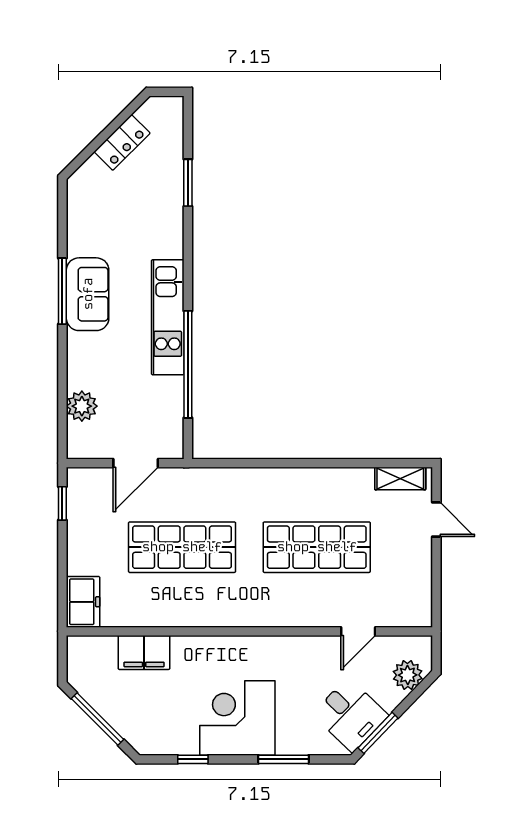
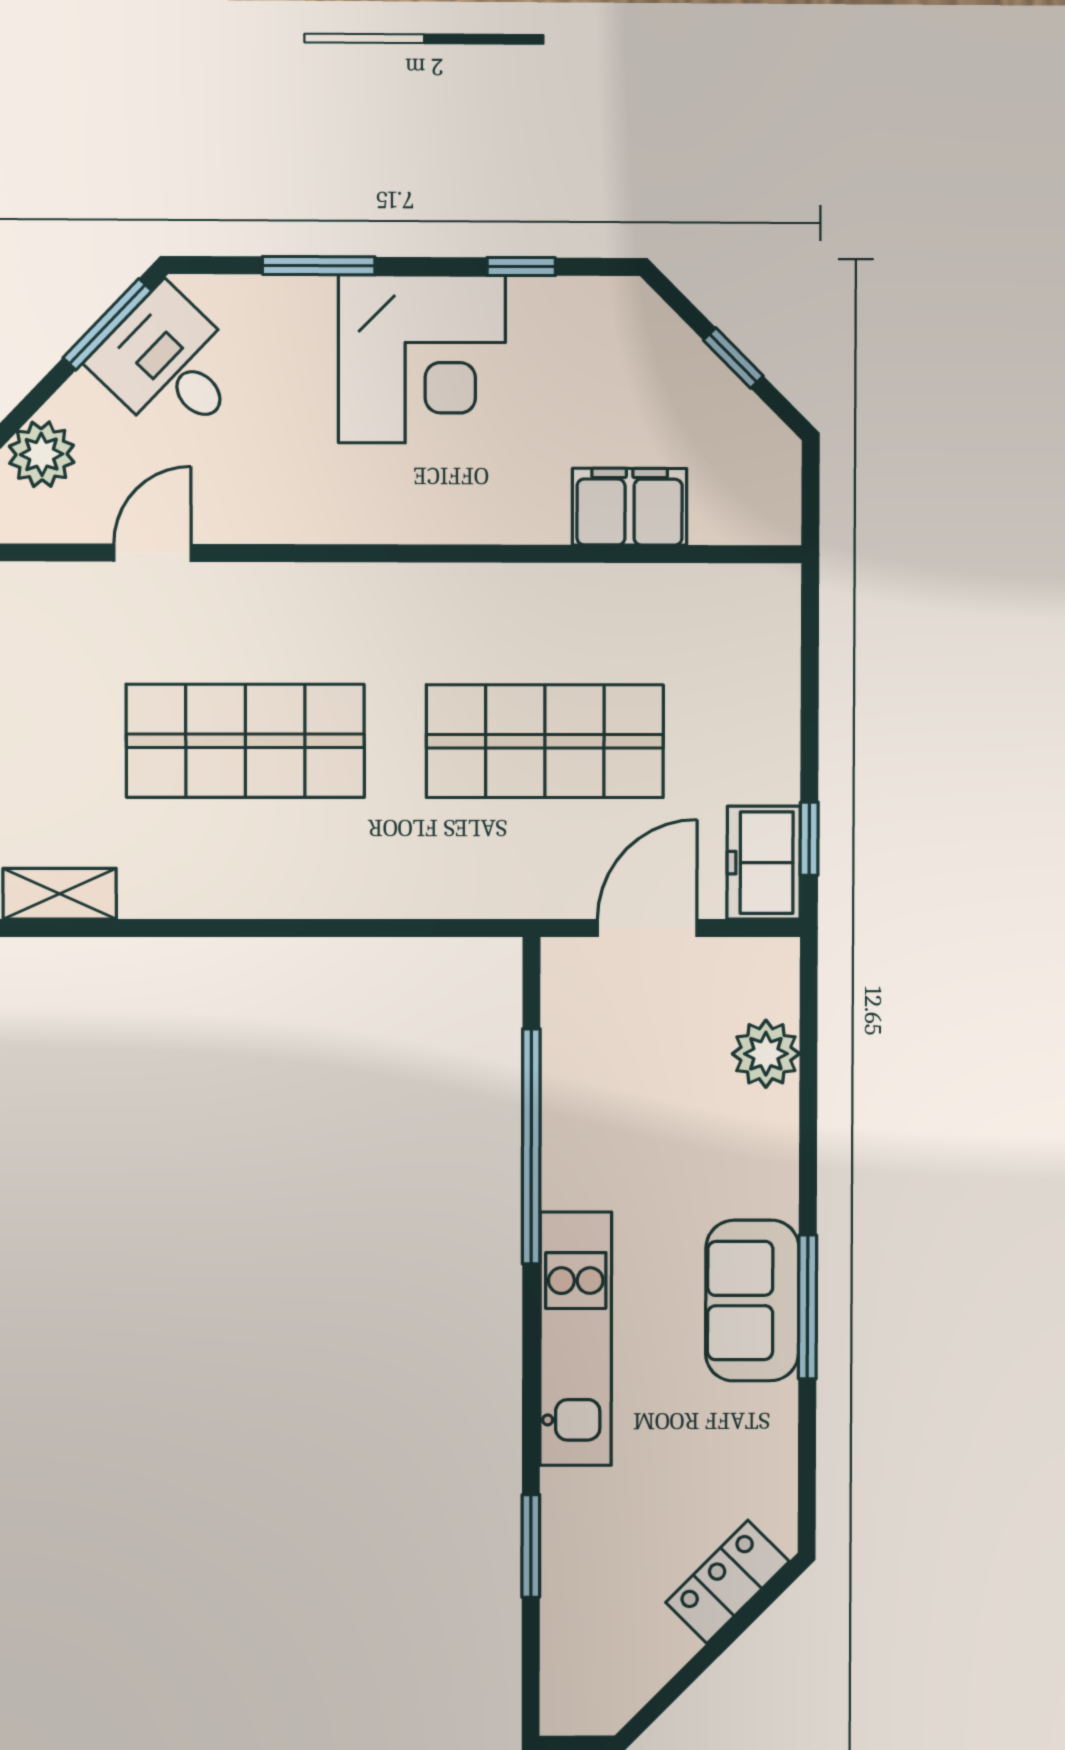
locker: (122, 142) -> (727, 1582), moved
kitchen unit: (168, 317) -> (576, 1339), moved
freezer: (83, 602) -> (764, 863), moved
window: (98, 719) -> (733, 358), width x0.46

